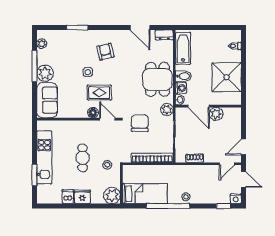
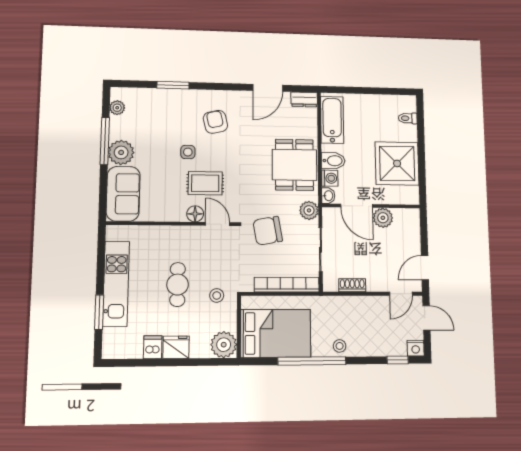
door: (140, 27) -> (268, 88), hinge flipped
chair: (140, 123) -> (268, 231), turned -100
bed: (145, 194) -> (276, 333), width x1.50

